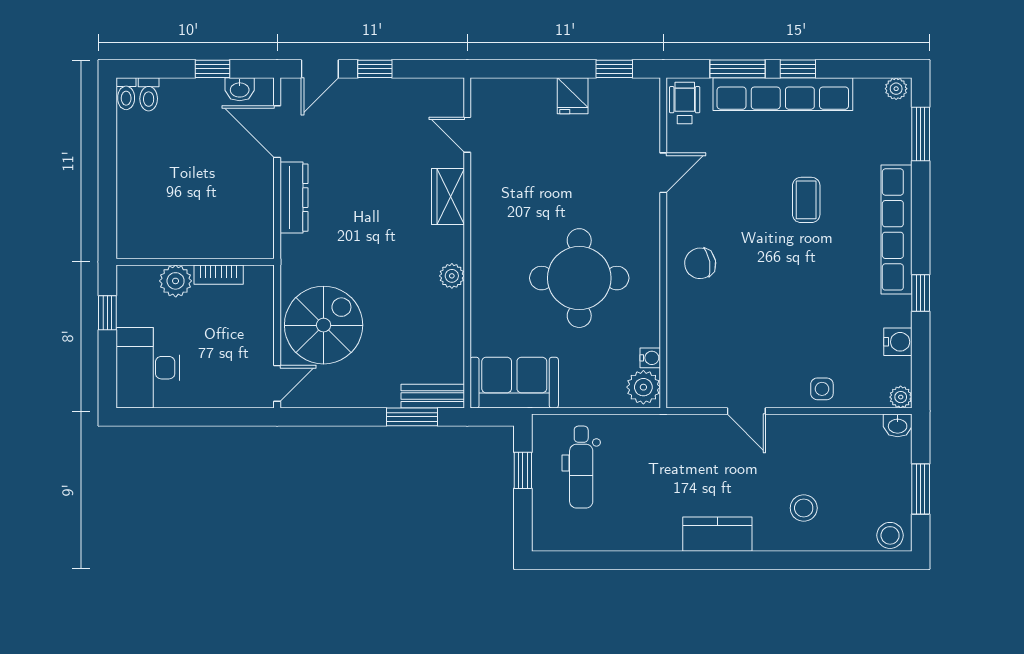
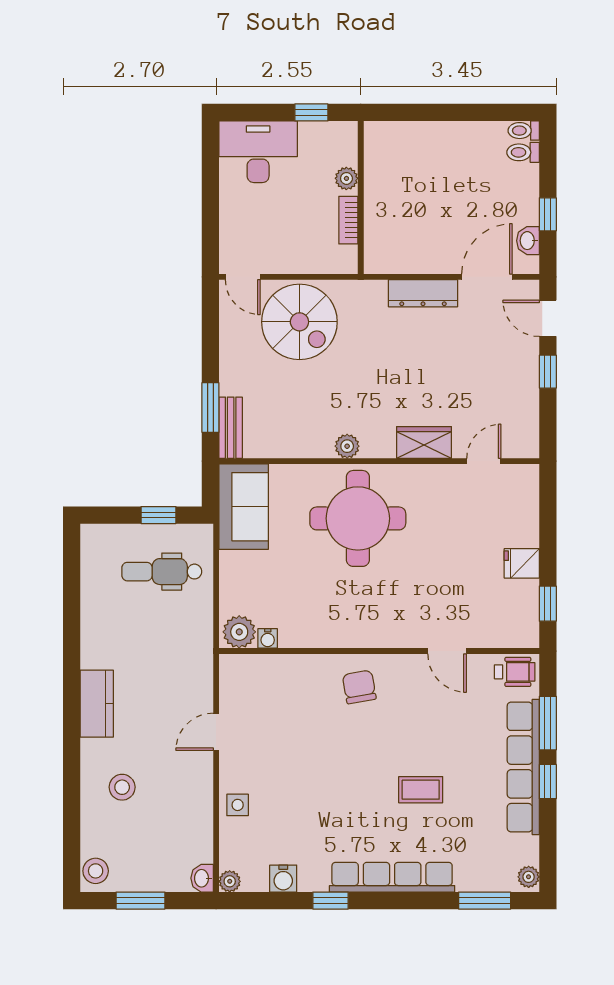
round table: (579, 278) -> (358, 518), moved
plant: (176, 281) -> (346, 178), width x0.73, depth x0.73

